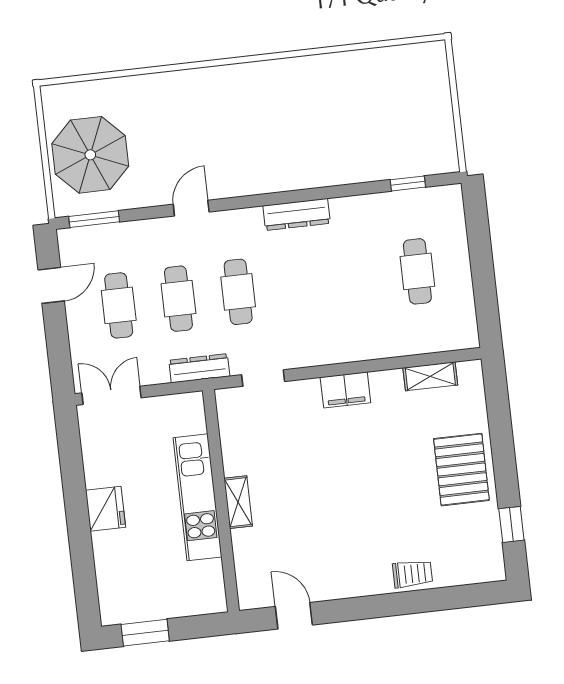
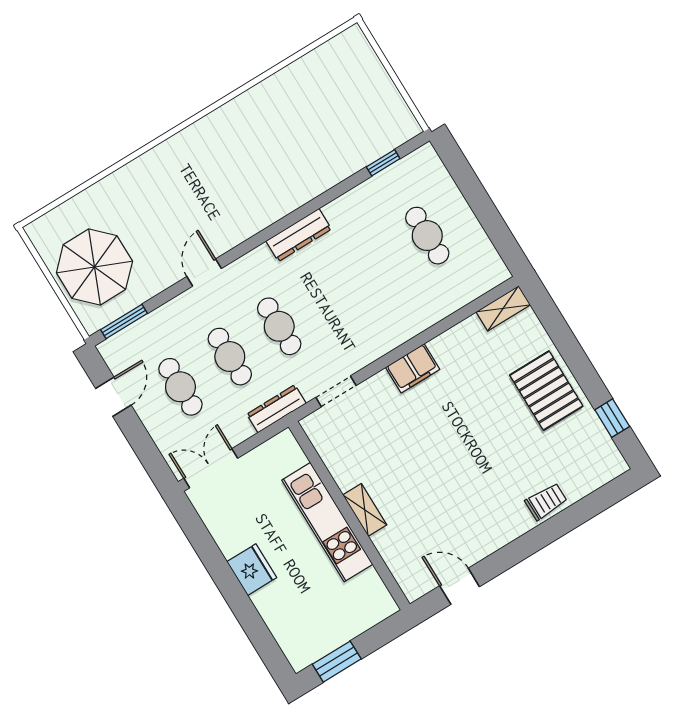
shelving: (430, 376) -> (503, 308), moved

